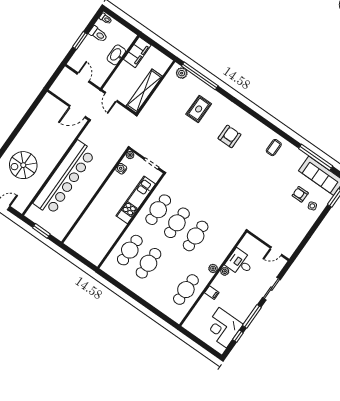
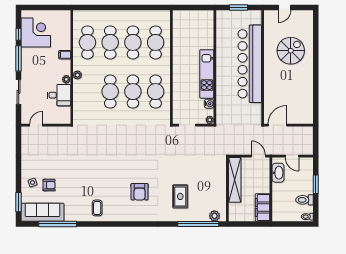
washbasin: (116, 55) -> (278, 173), moved
kitchen unit: (136, 200) -> (207, 74), moved, turned 180
cafe table: (167, 276) -> (110, 42), added

